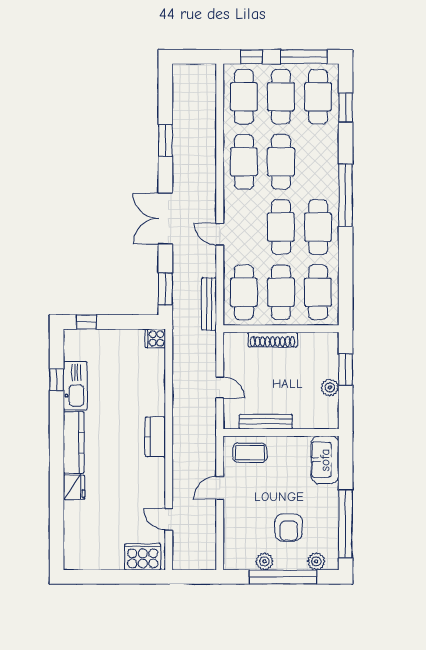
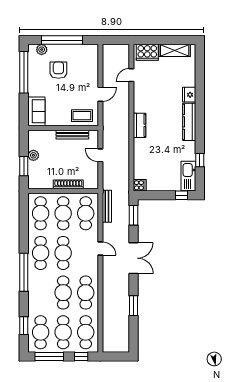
kitchen sink: (75, 386) -> (188, 176), moved
door: (169, 519) -> (131, 75), swing flipped
shelving: (98, 560) -> (175, 50), added
plant: (264, 561) -> (73, 50), removed

